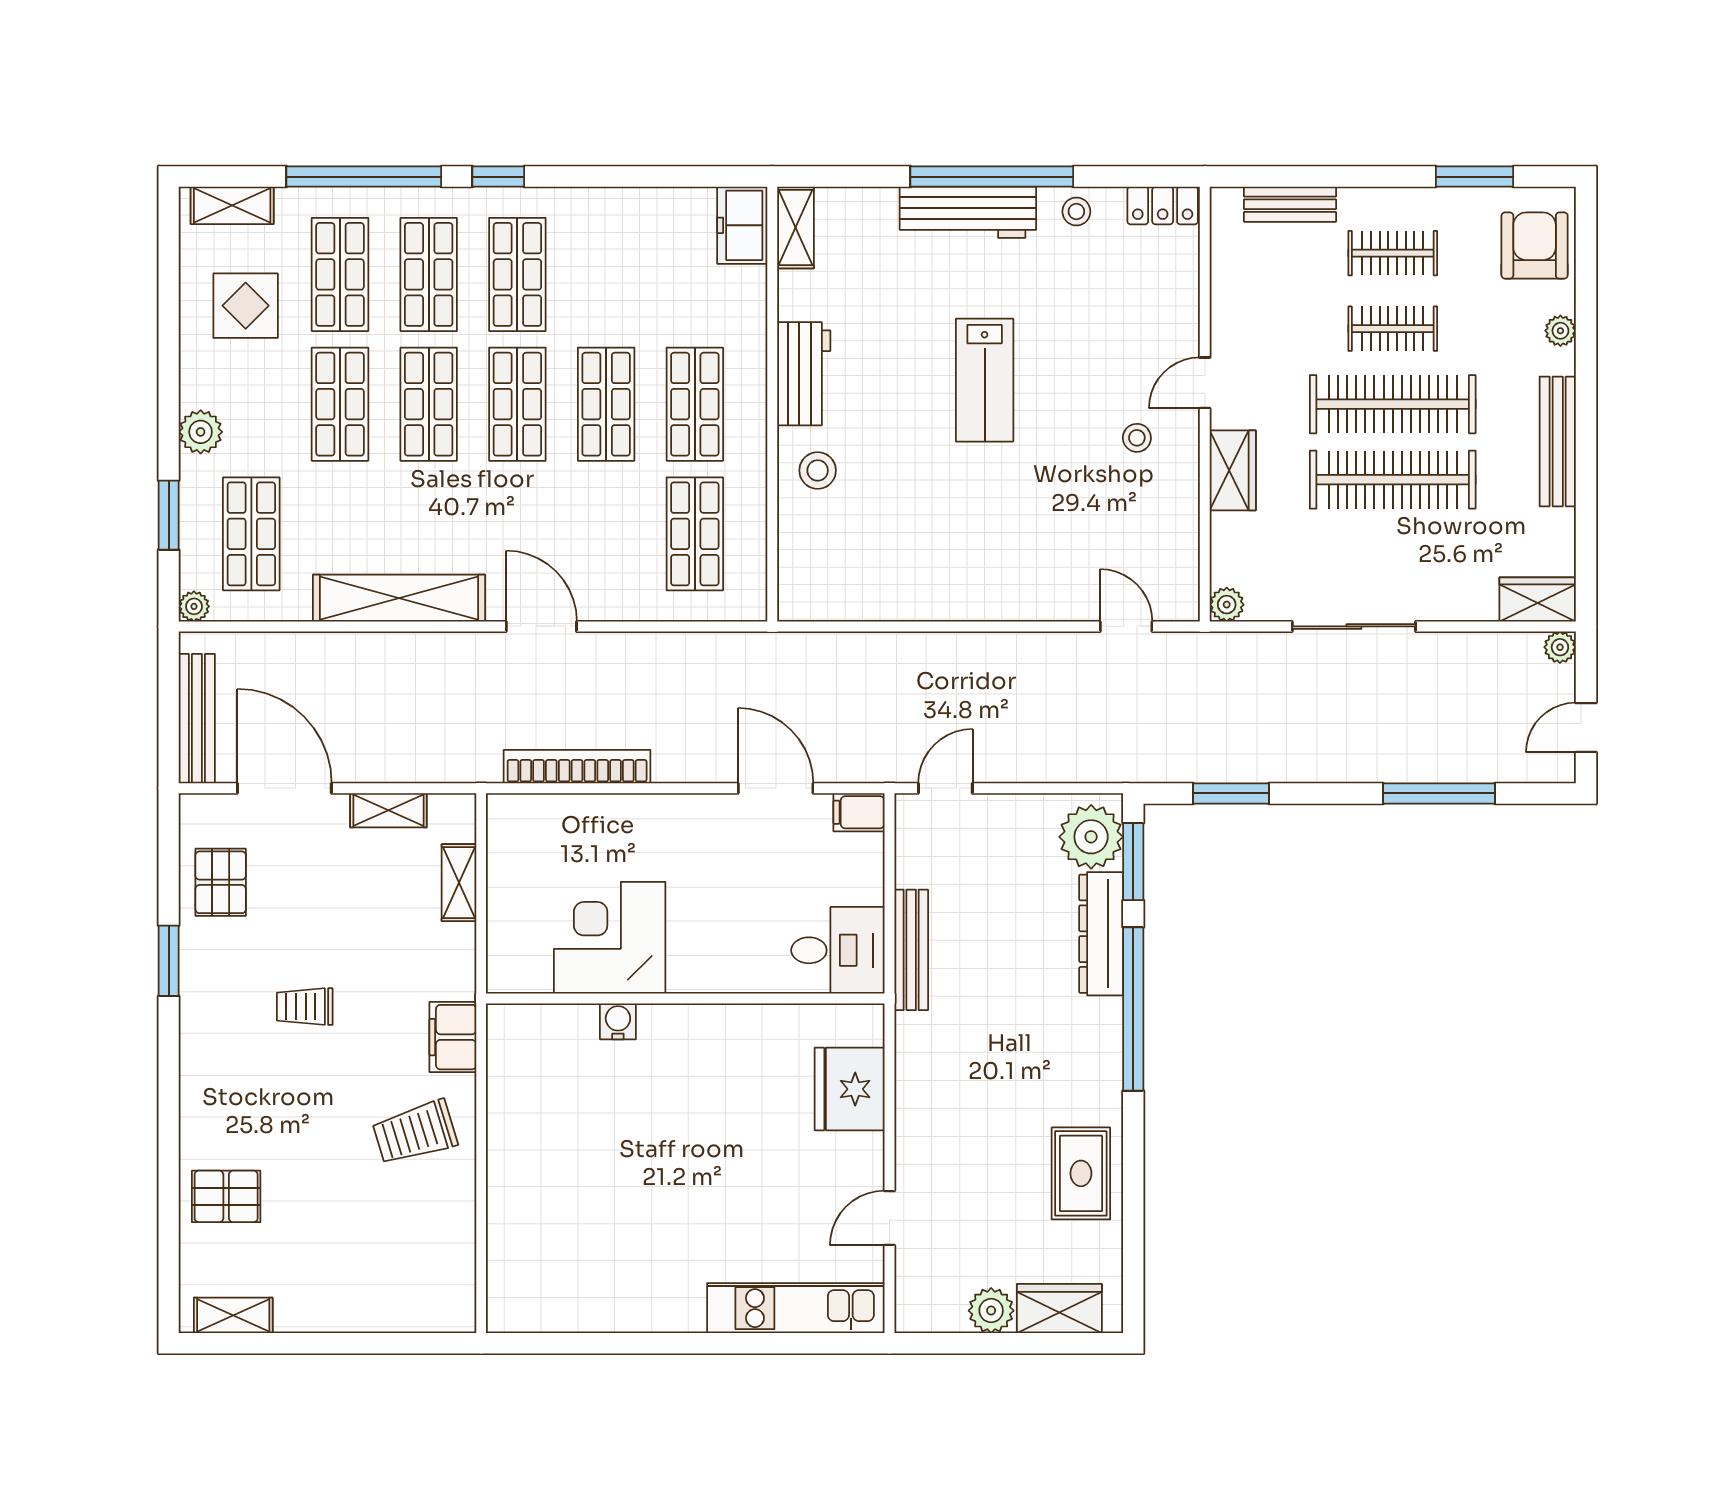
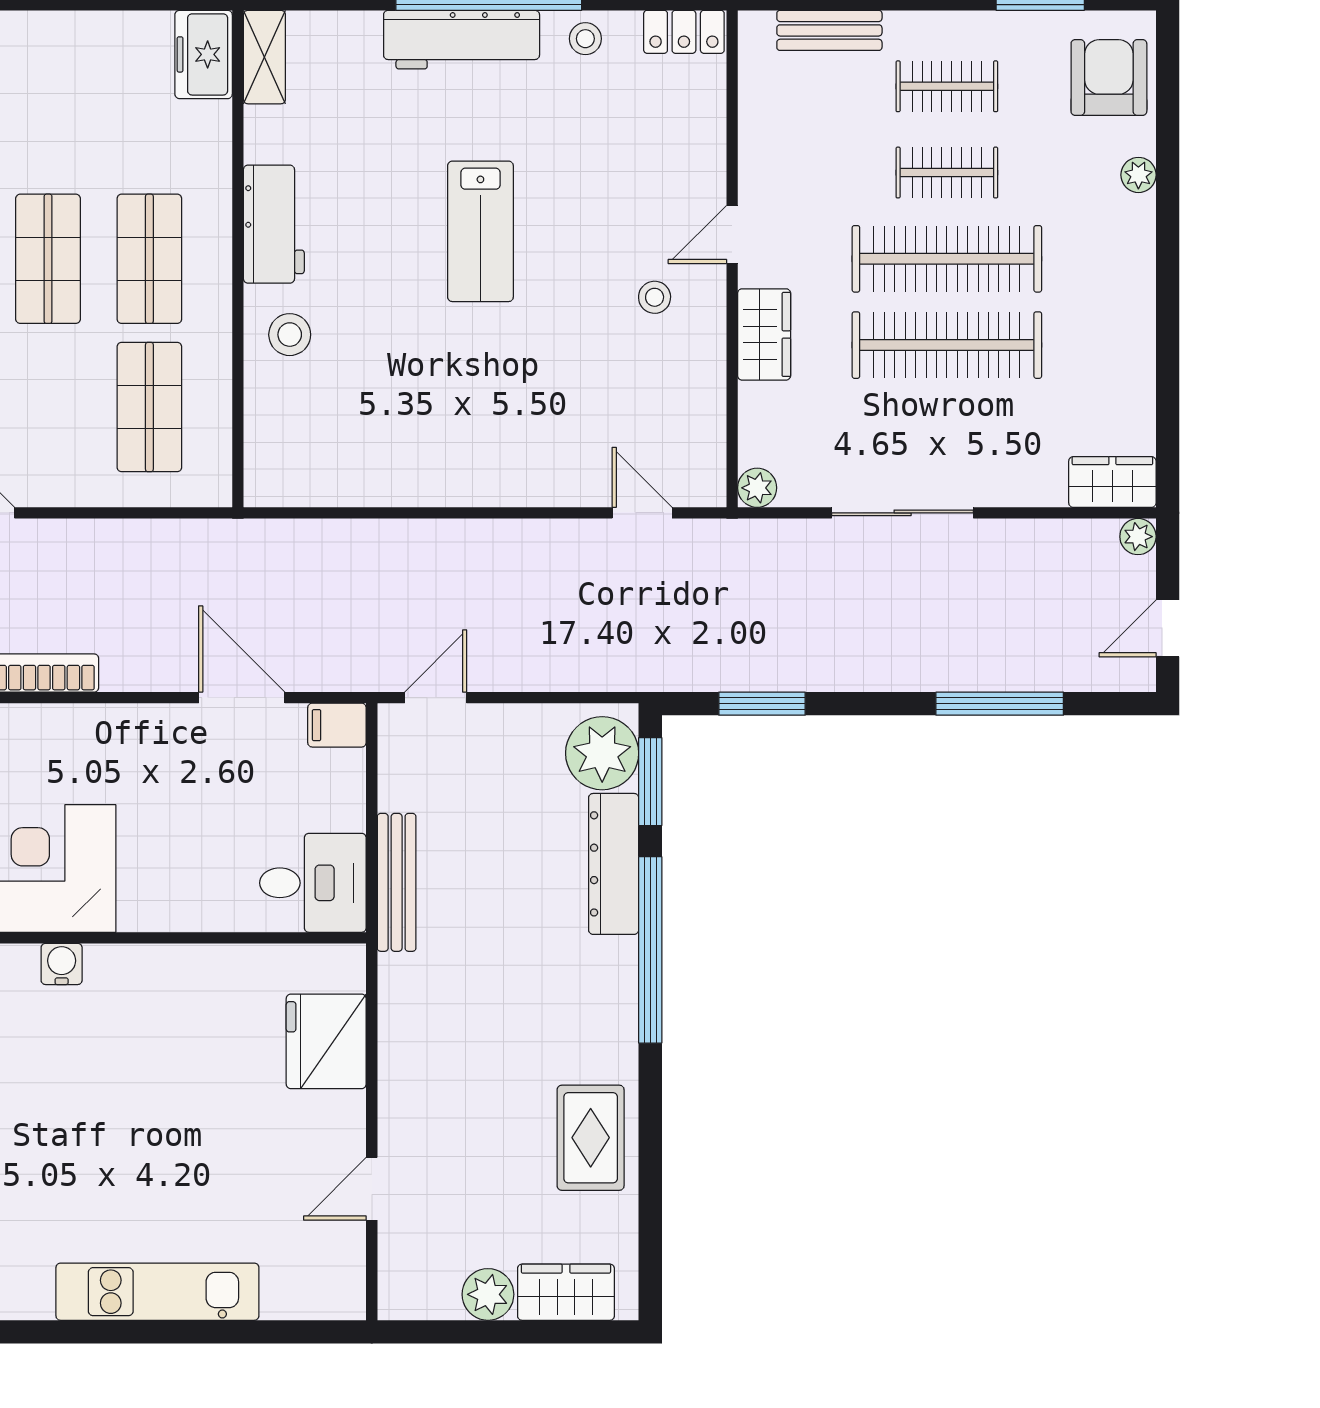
bench: (1558, 441) -> (1135, 301), removed
kitchen unit: (796, 1308) -> (157, 1292), moved

